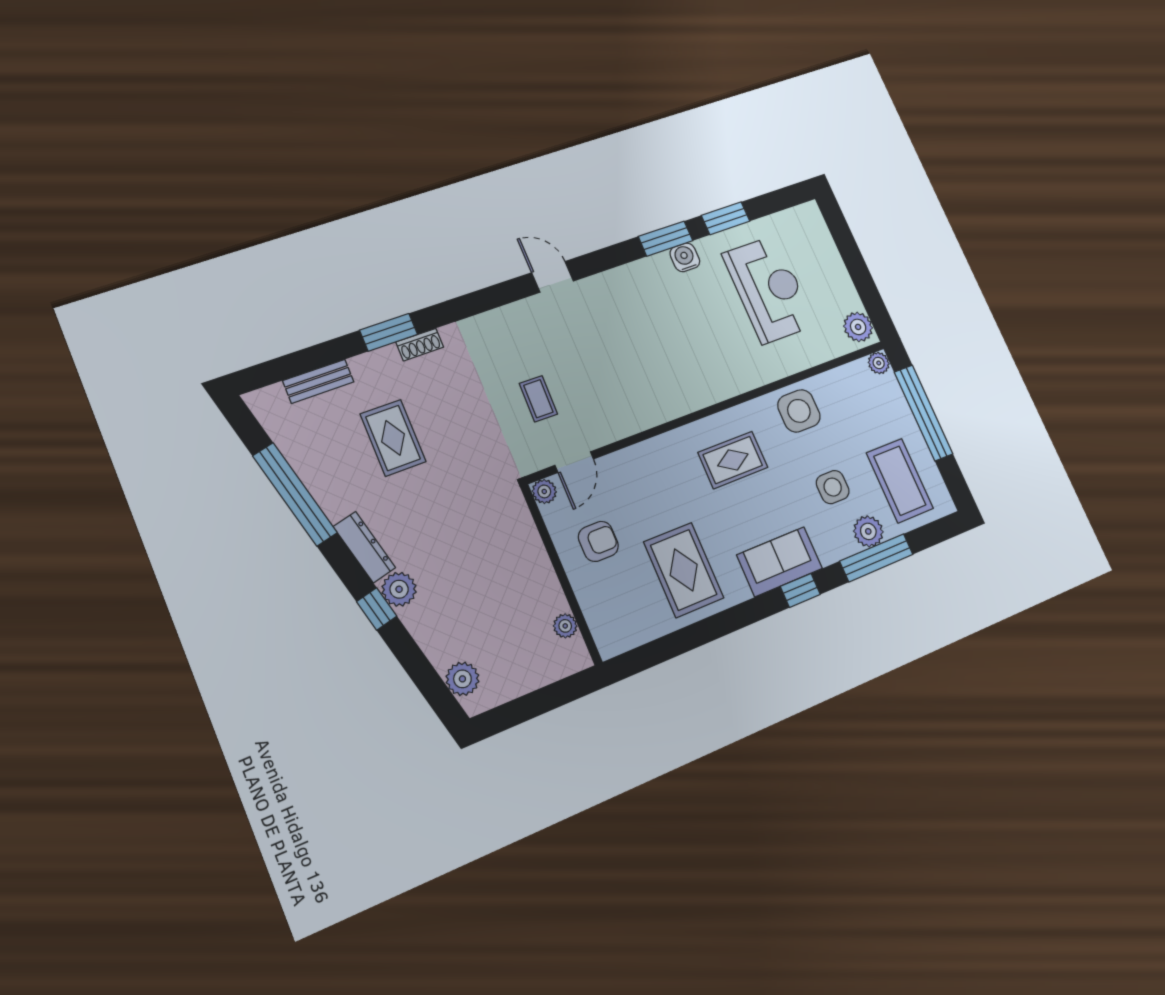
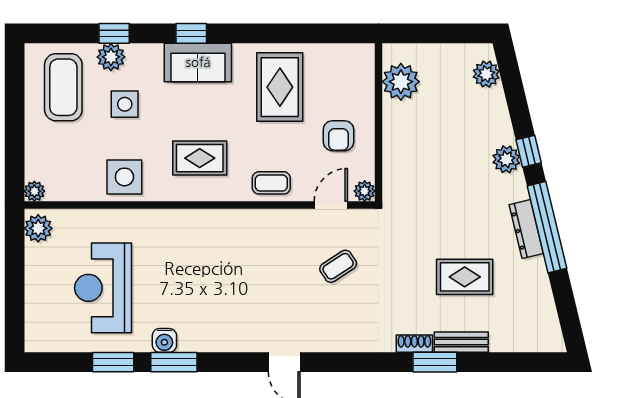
bench: (318, 381) -> (461, 342), moved
coffee table: (538, 399) -> (338, 266), turned 56
window: (923, 413) -> (15, 135), removed
rug: (393, 438) -> (465, 277), turned 90
coffee table: (648, 462) -> (271, 183), added
window: (295, 494) -> (547, 227), moved
armchair: (598, 541) -> (338, 136), turned -90
dresser: (364, 547) -> (526, 229), moved
window: (876, 558) -> (114, 33), width x0.46
plant: (565, 626) -> (401, 82), width x1.88, depth x1.88

